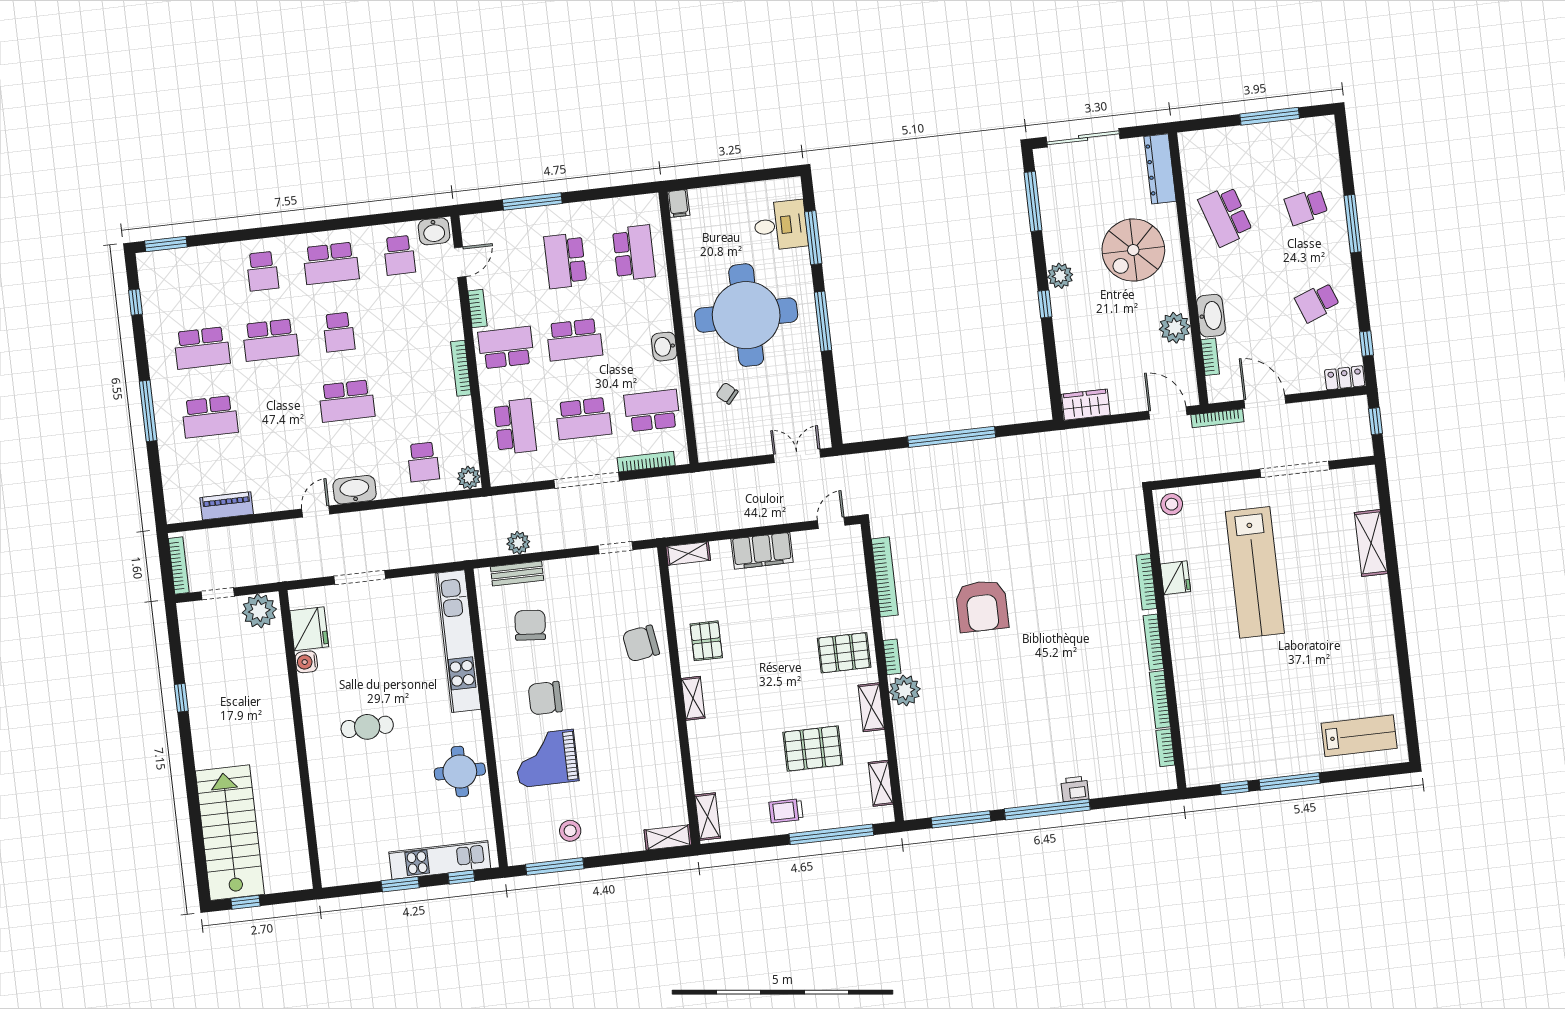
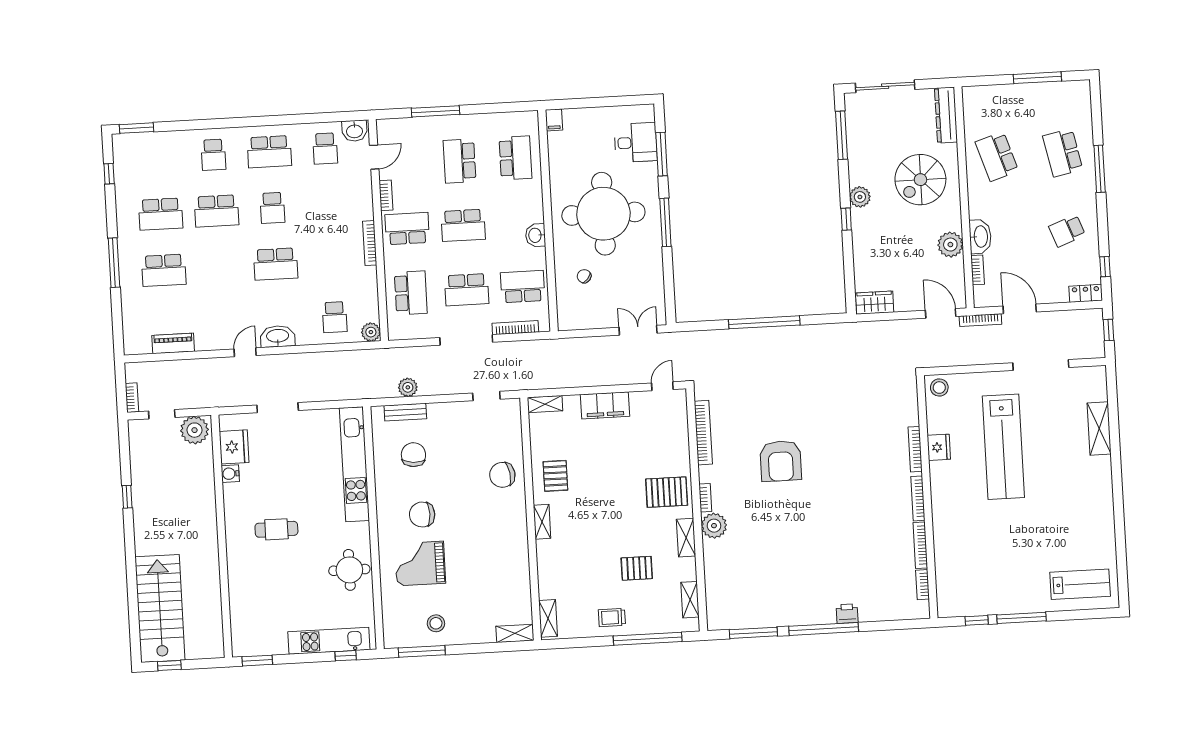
school desk: (1306, 207) -> (1063, 153), width x1.85
bookcase: (179, 566) -> (132, 398), width x0.64
pallet: (813, 748) -> (637, 568), width x0.67, depth x0.71
window: (400, 884) -> (257, 661), moved

